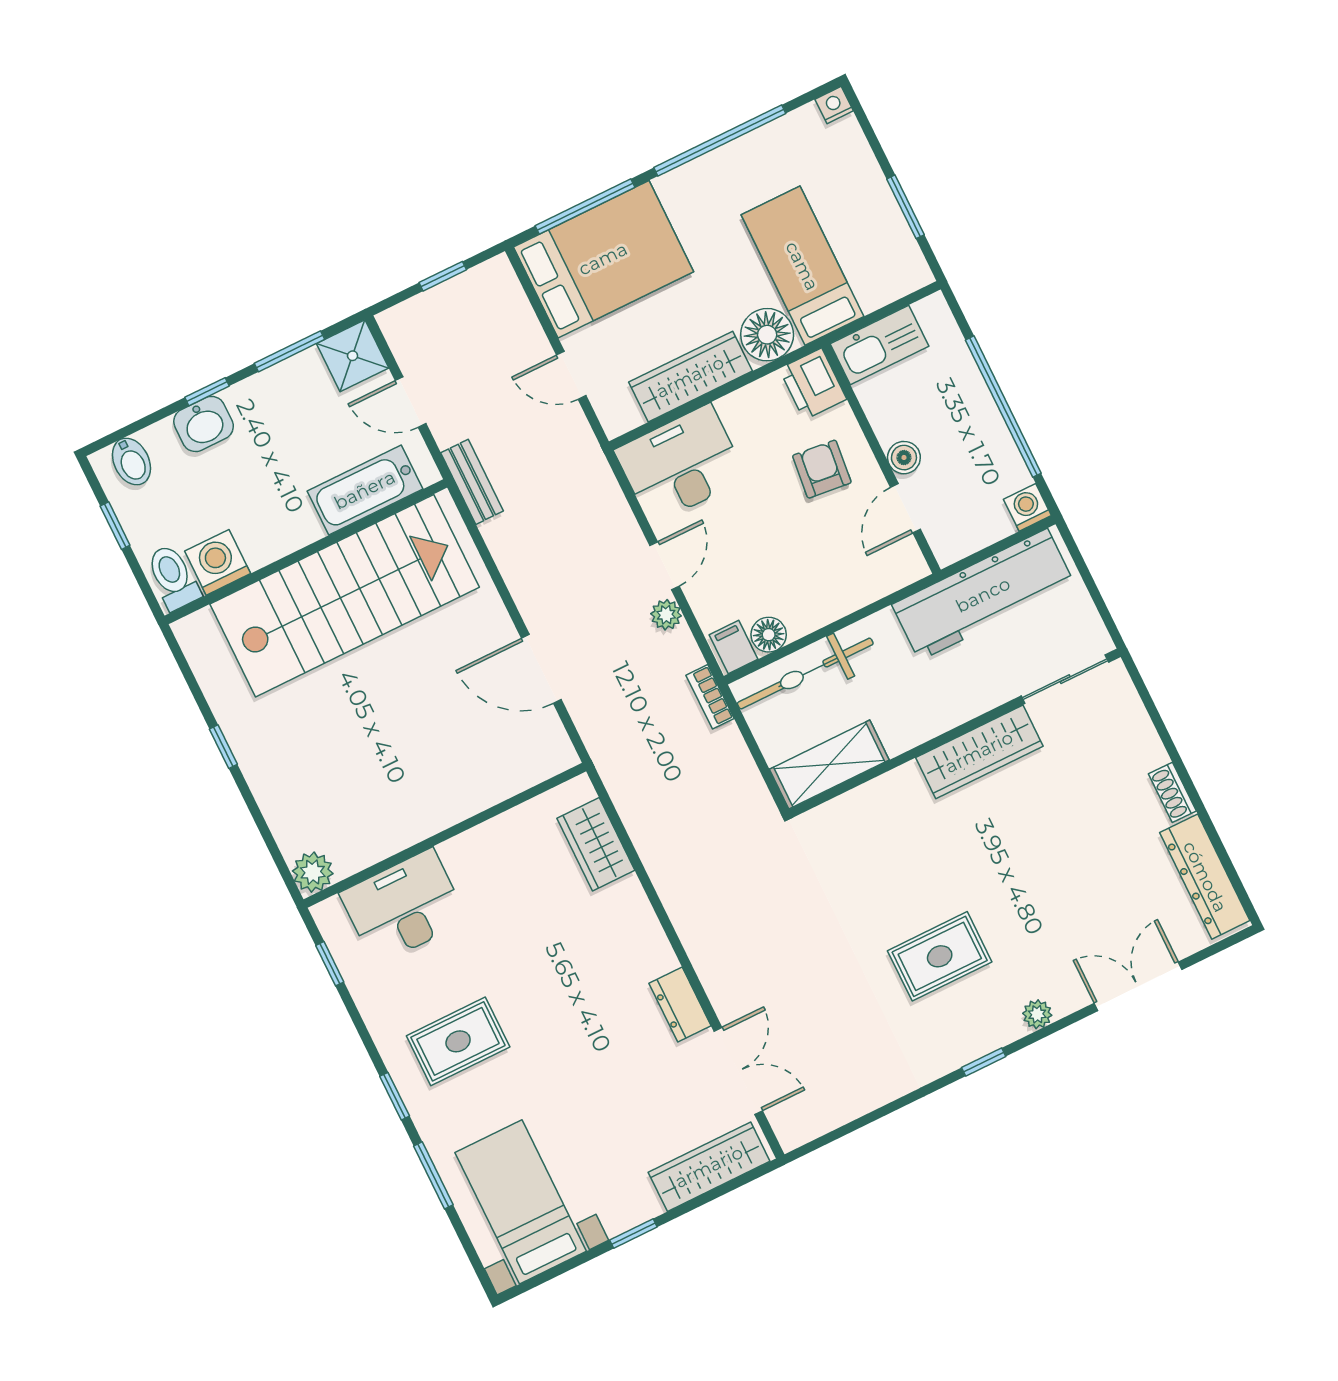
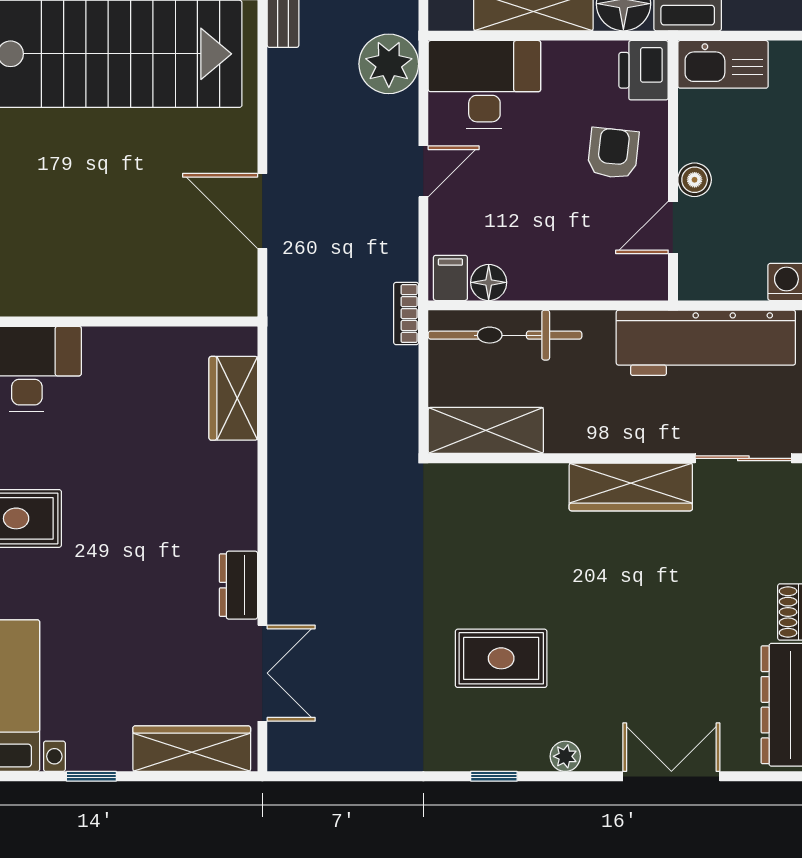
plant: (666, 615) -> (389, 64), moved, width x1.87, depth x1.87

